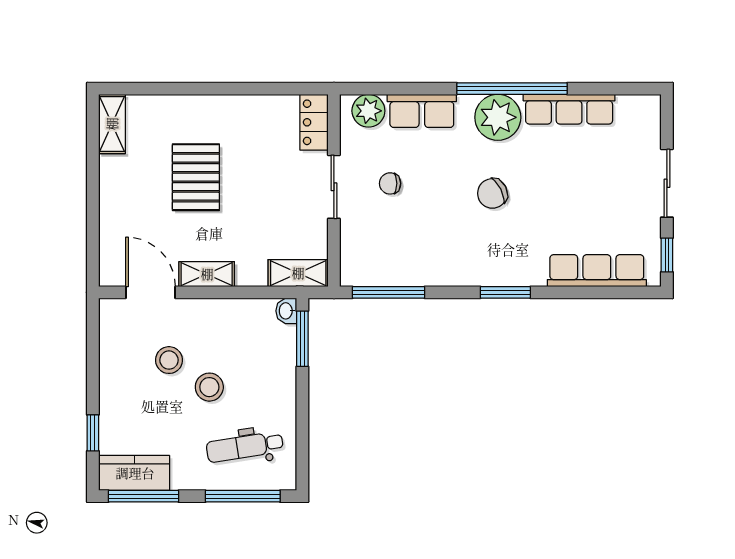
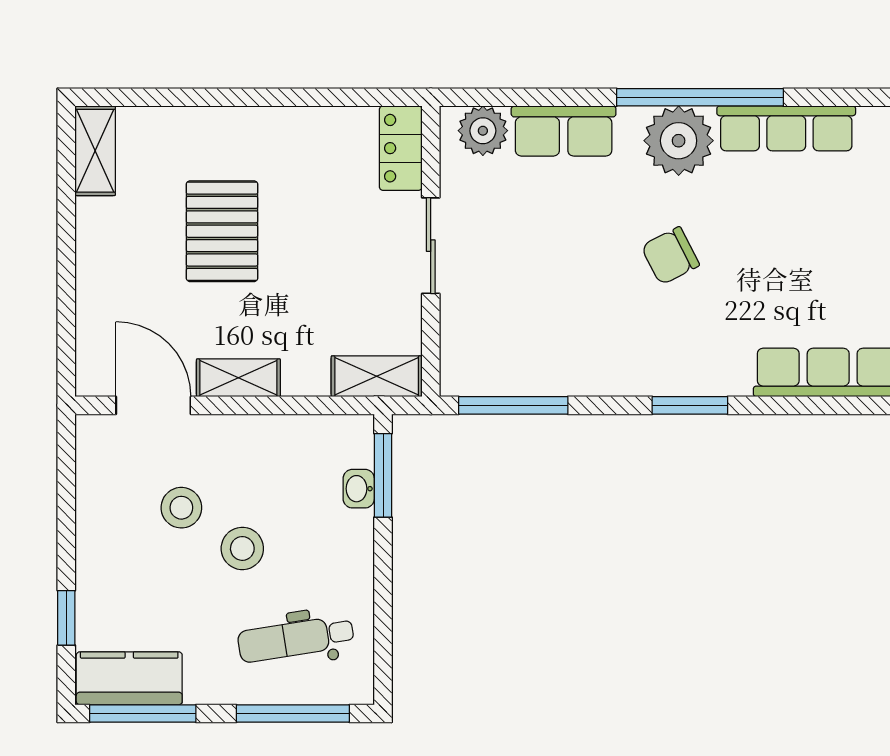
chair: (390, 183) -> (516, 241), removed
washbasin: (286, 311) -> (359, 489), moved

